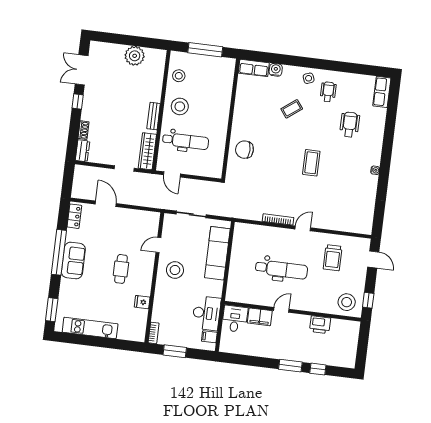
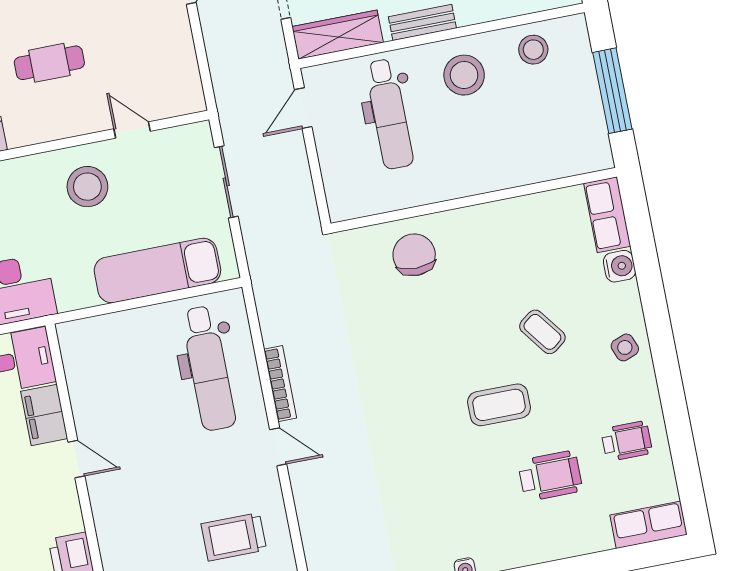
wheelchair: (328, 92) -> (627, 441), moved
coffee table: (311, 163) -> (499, 405), moved
dental chair: (281, 269) -> (209, 368), moved

